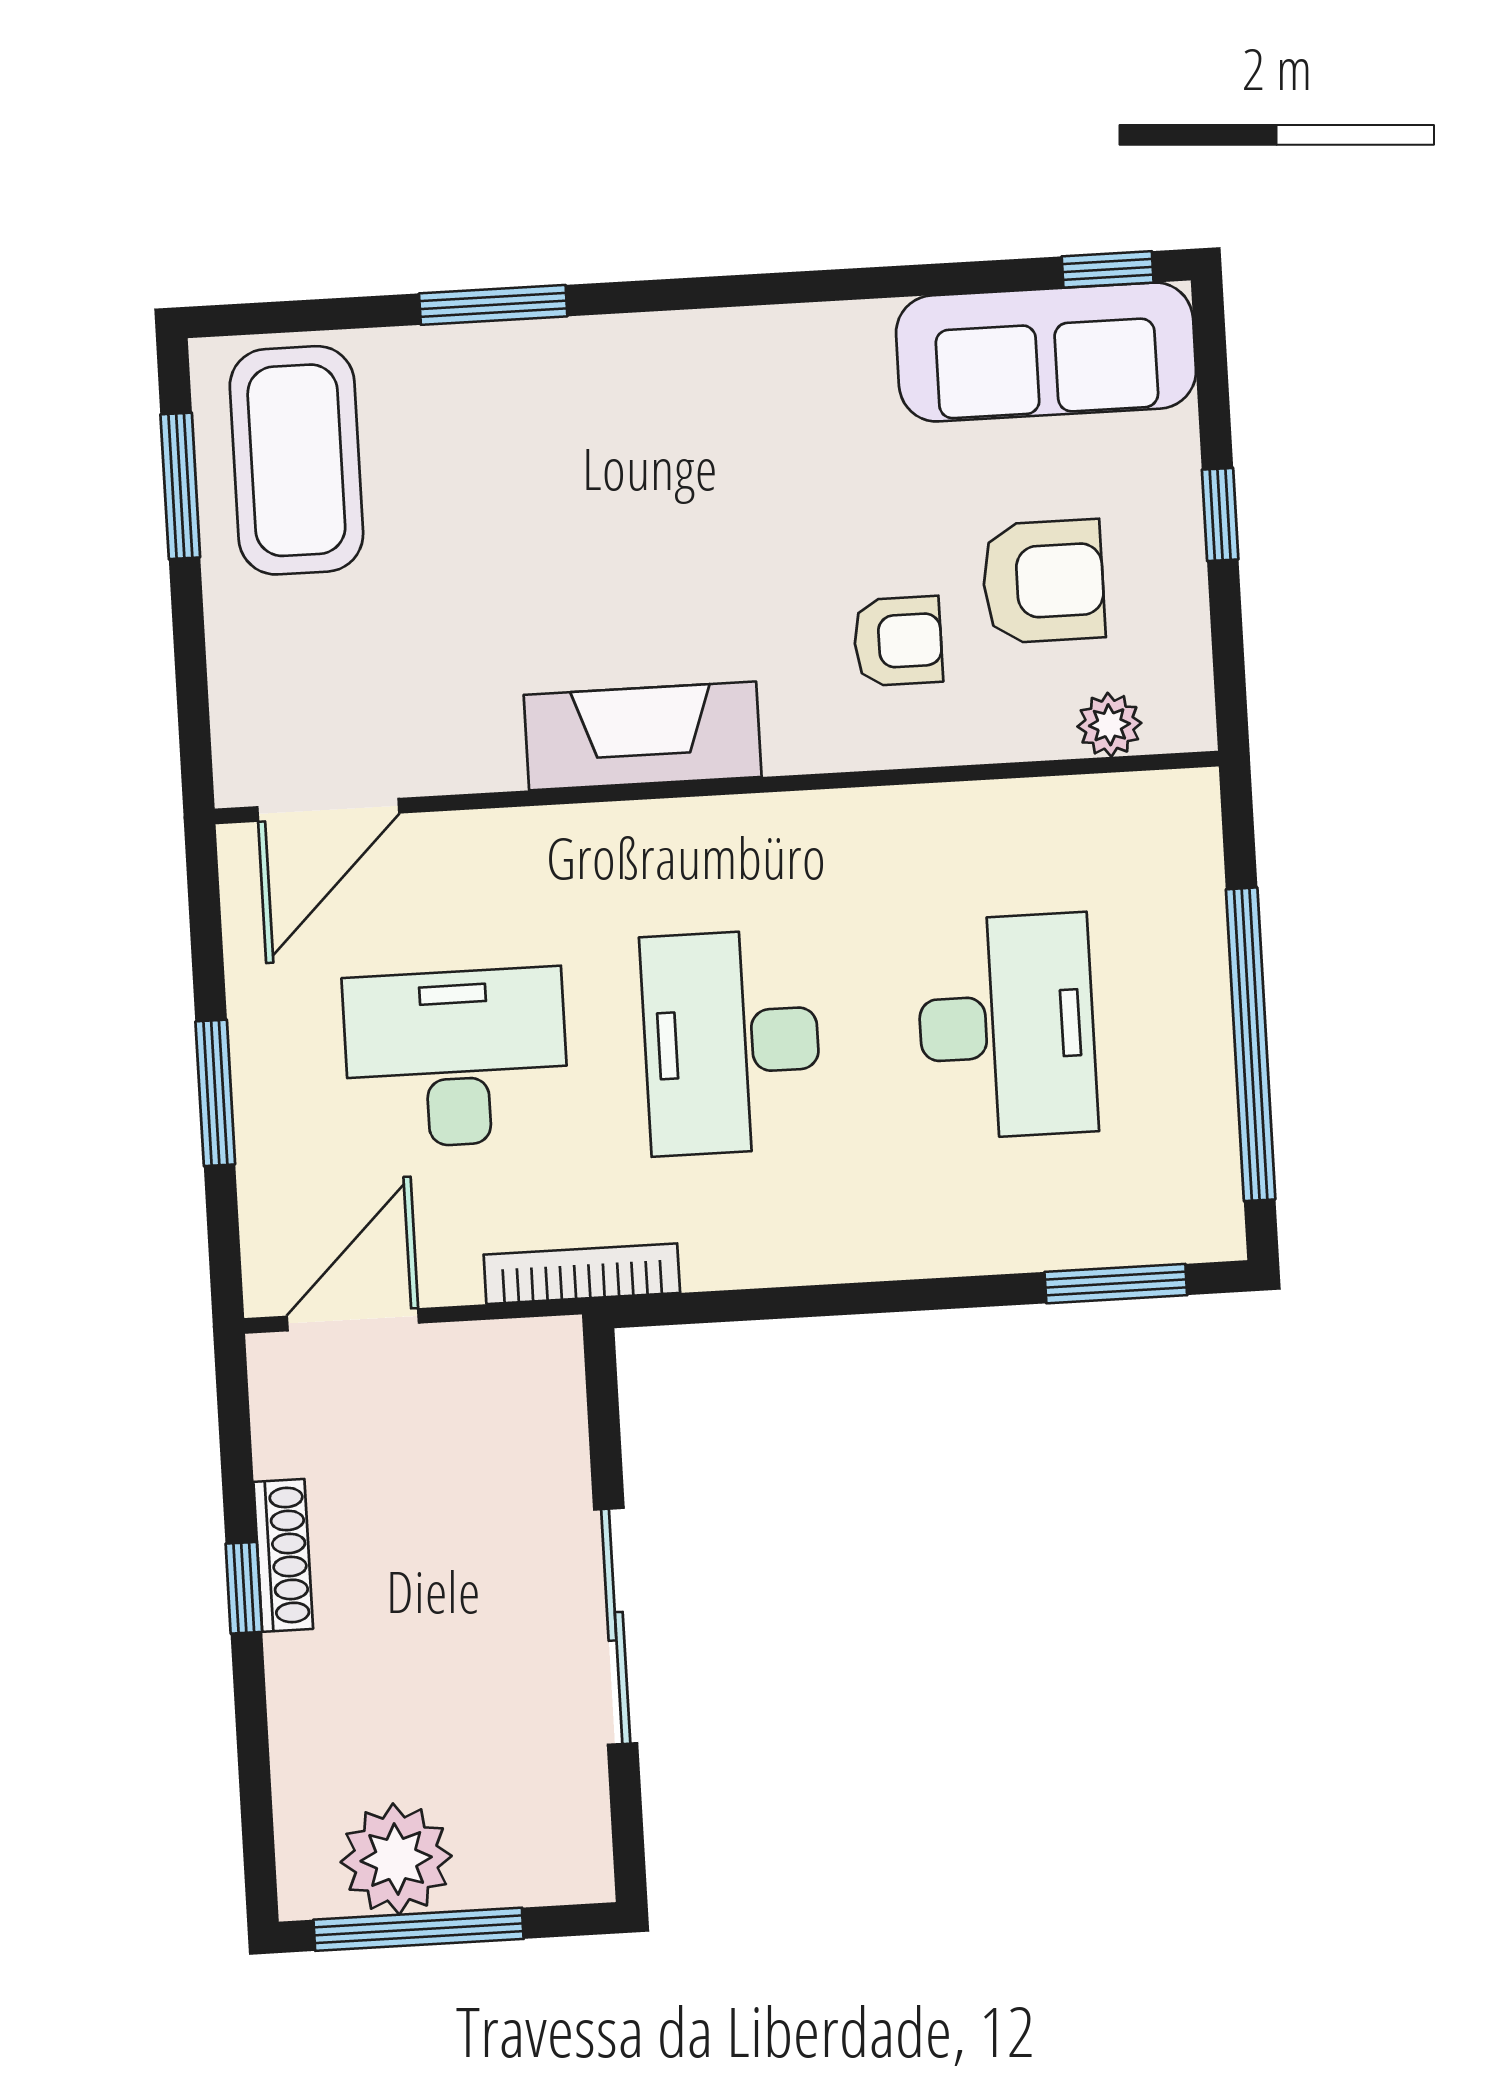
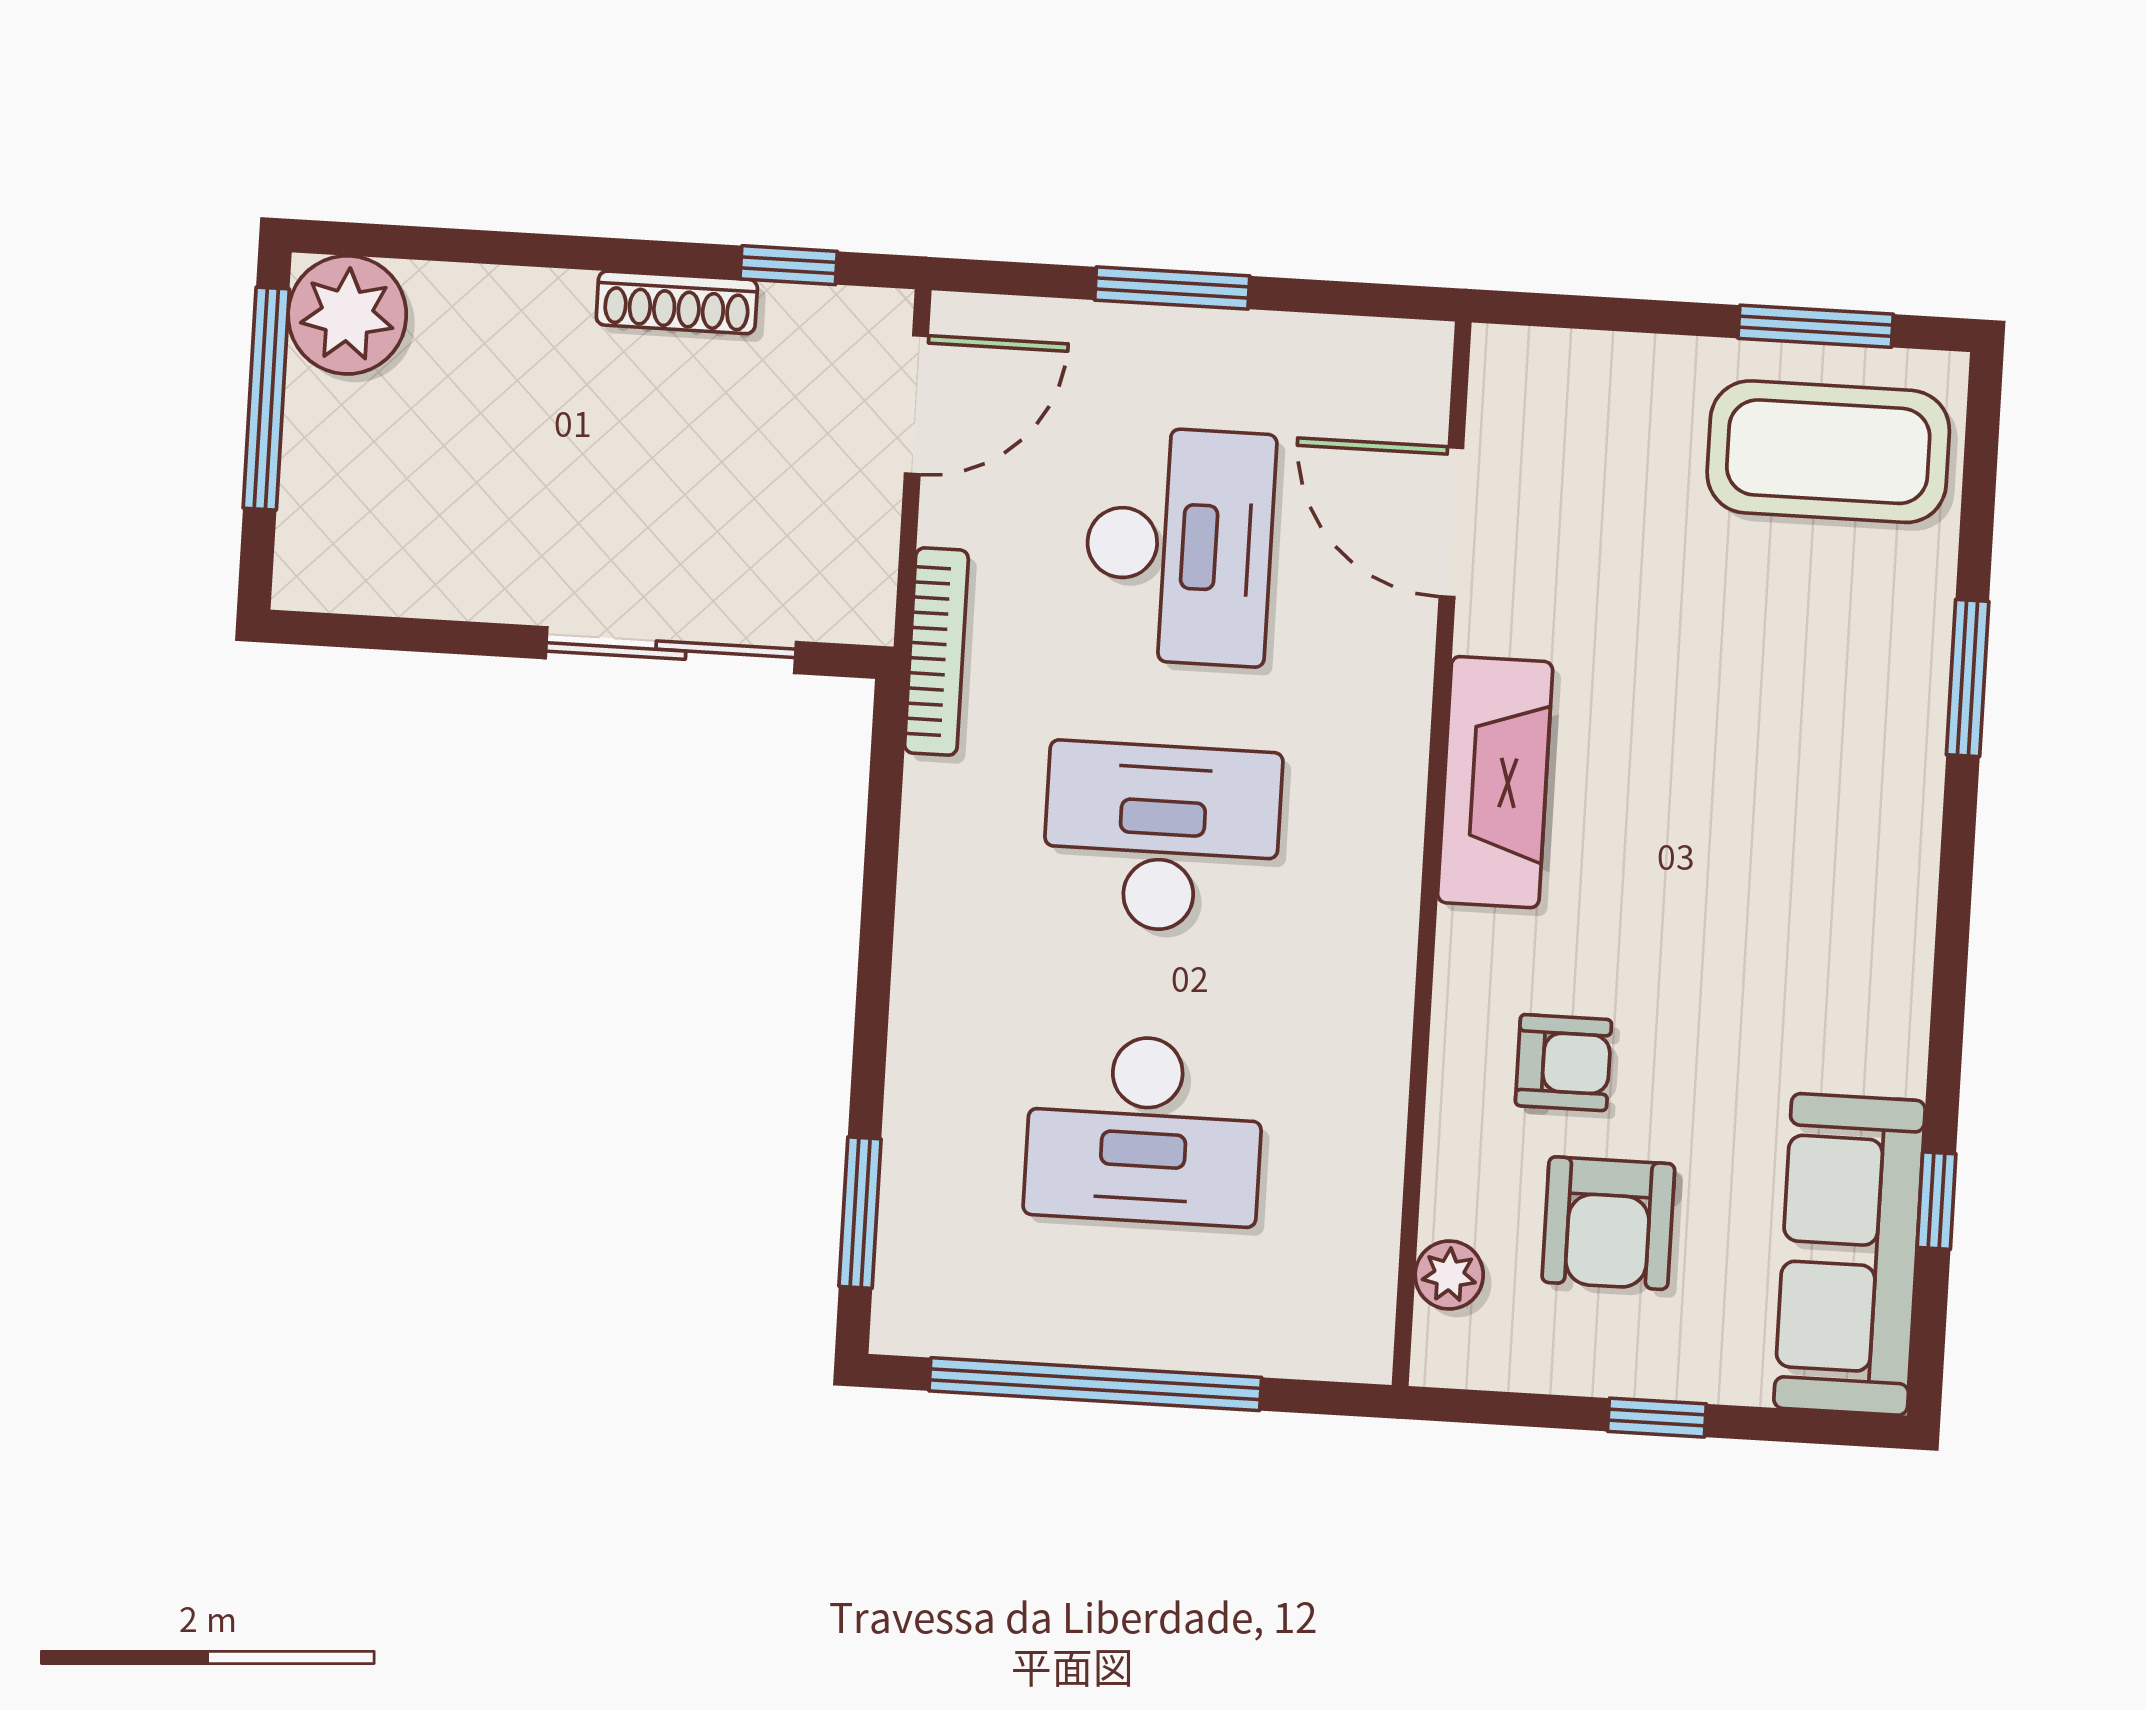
window: (1108, 269) -> (1936, 1201), moved
armchair: (898, 641) -> (1563, 1063), turned -90
door: (328, 810) -> (1451, 522), moved
door: (353, 1320) -> (916, 405), hinge flipped
window: (244, 1588) -> (789, 265), moved
sliding door: (616, 1626) -> (671, 650), moved
plant: (396, 1859) -> (347, 315), moved

